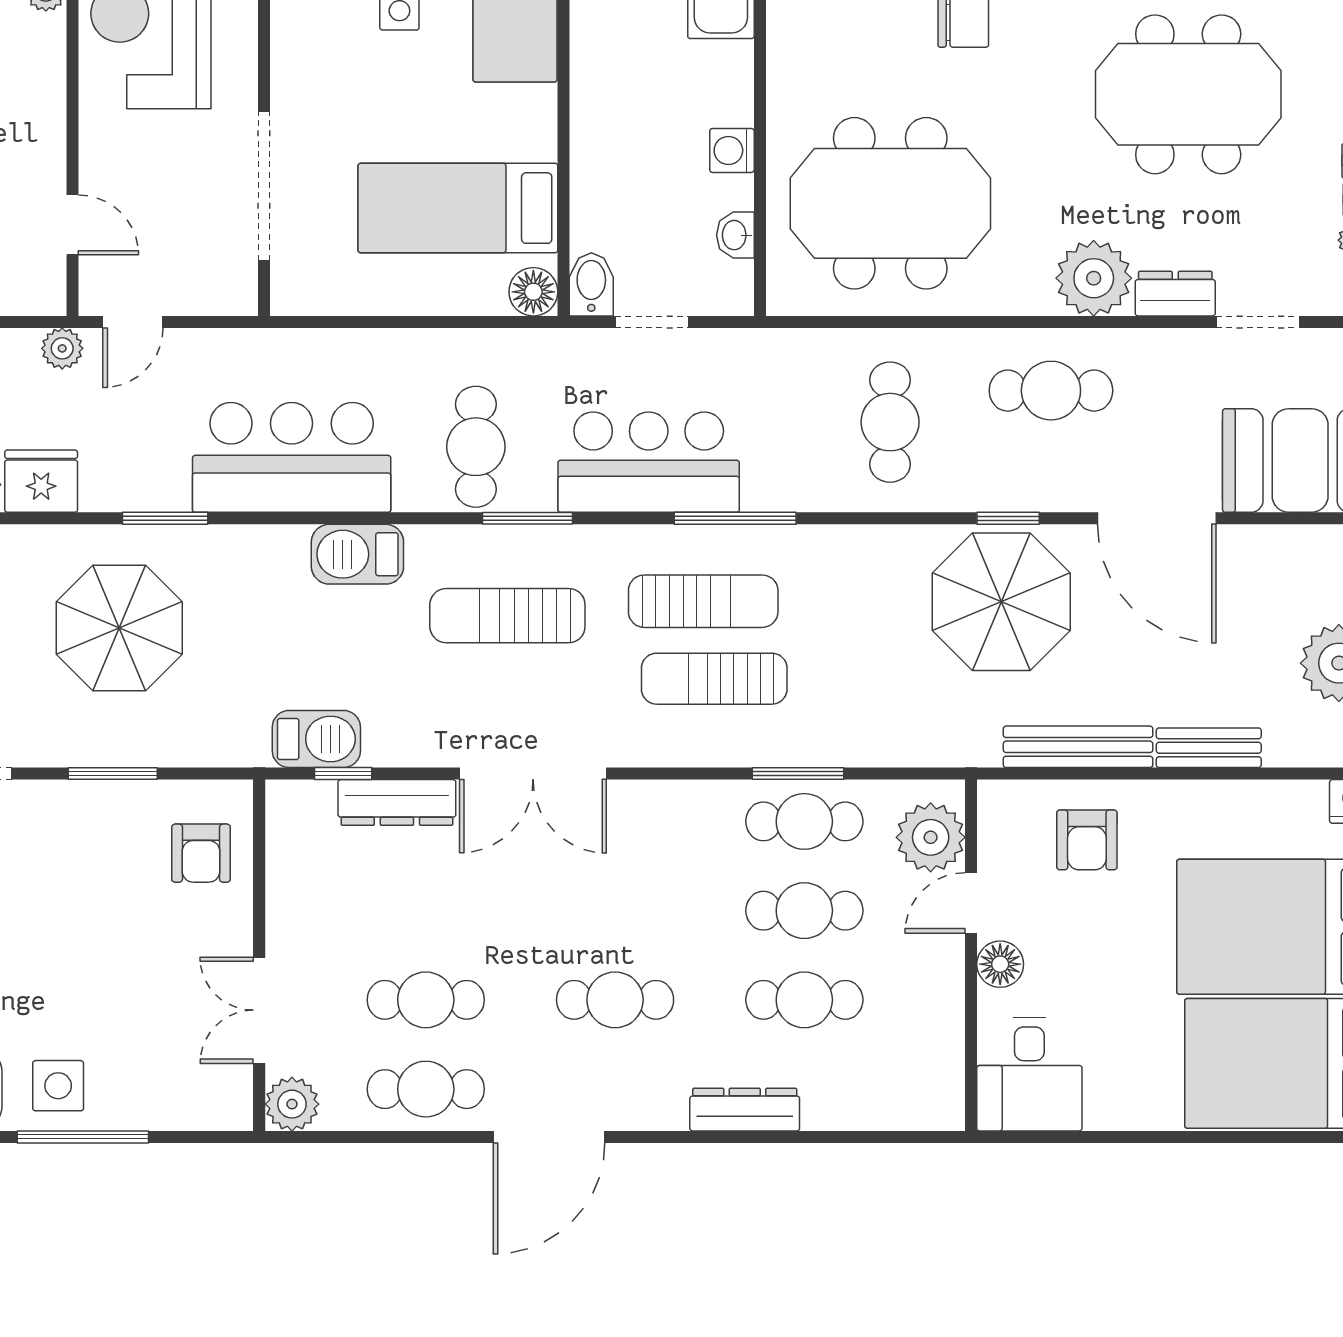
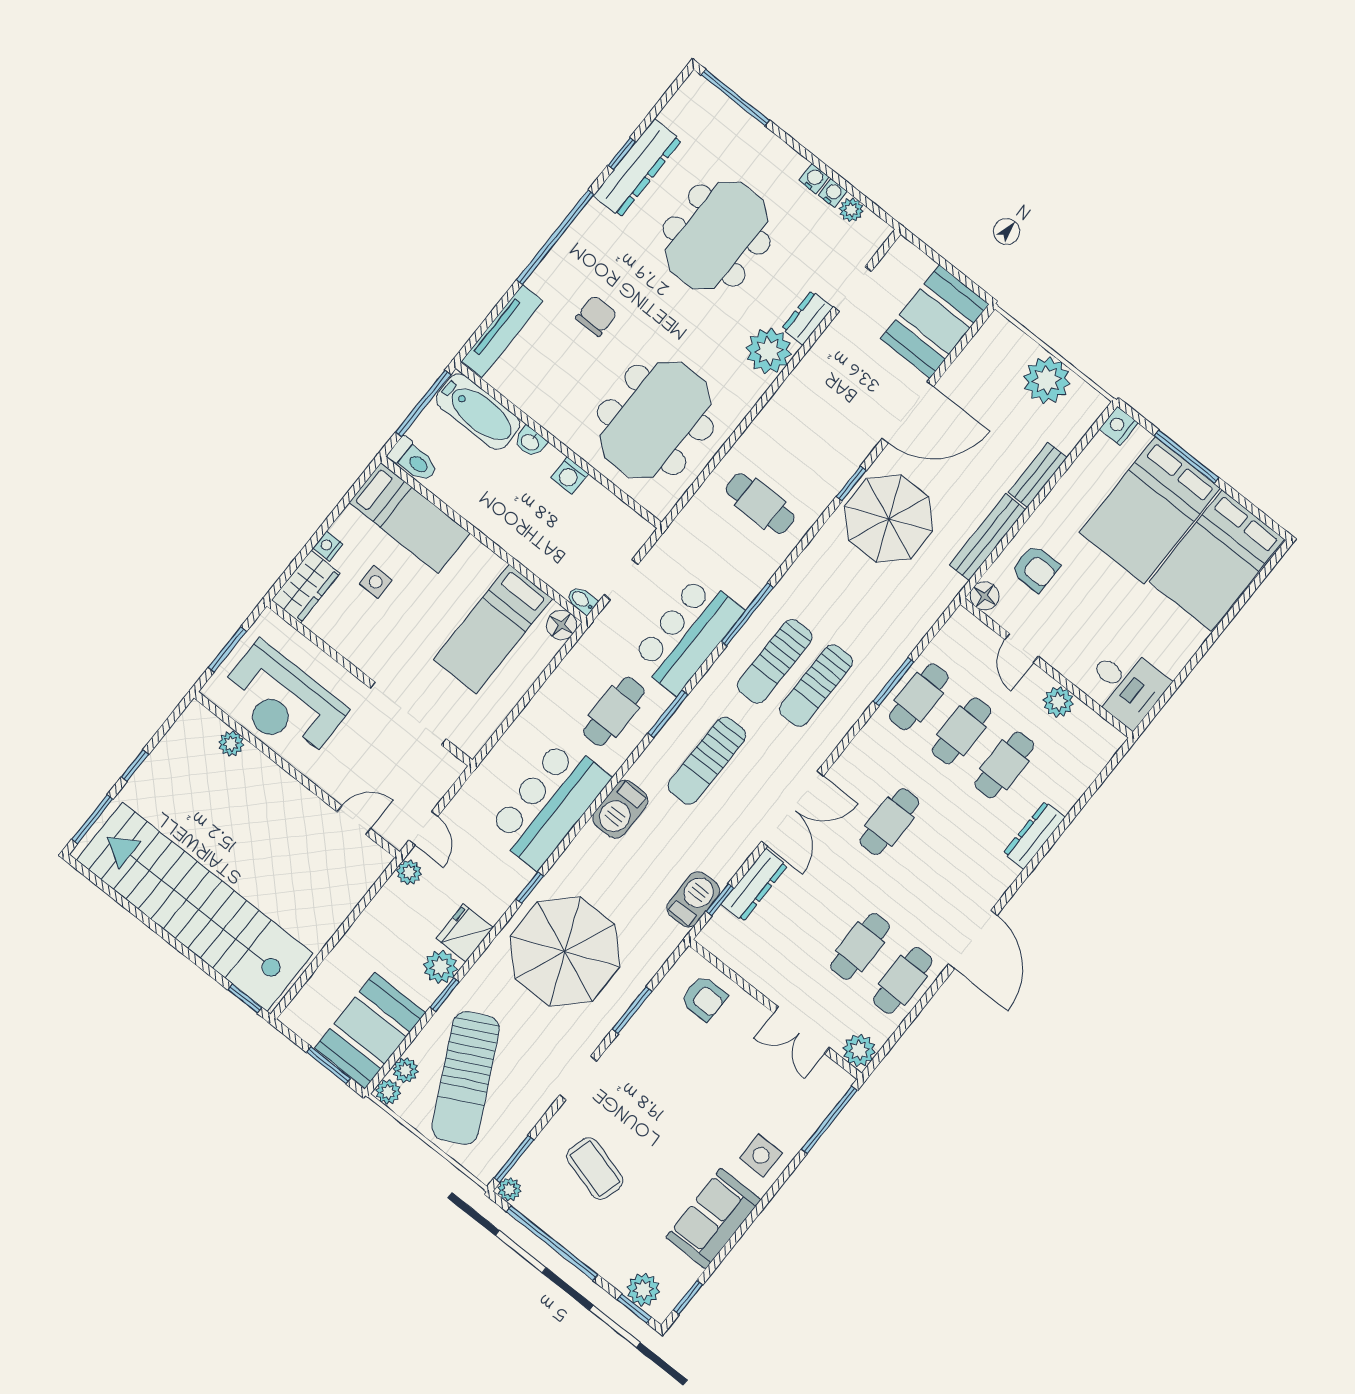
washbasin: (735, 235) -> (530, 442), moved
bidet: (591, 284) -> (582, 600), width x0.72, depth x0.74
cafe table: (1051, 391) -> (806, 414), removed
cafe table: (476, 447) -> (614, 711), turned 90
window: (165, 518) -> (530, 888), width x0.67
sun lounger: (703, 601) -> (775, 661), turned 180
parasol: (119, 628) -> (565, 952), width x1.36, depth x1.36
plant: (931, 837) -> (1058, 702), moved, width x0.73, depth x0.73
floor lamp: (1000, 964) -> (985, 596), moved
cafe table: (615, 1000) -> (889, 822), moved
window: (83, 1137) -> (829, 1120), moved

